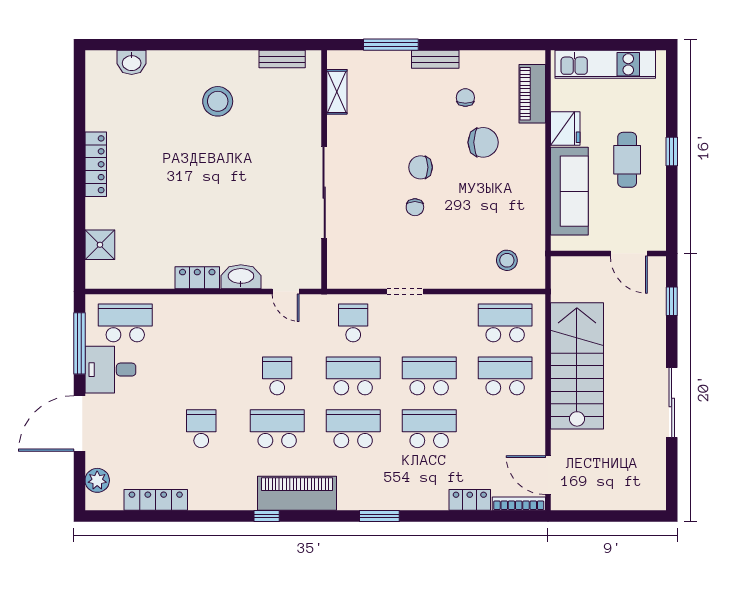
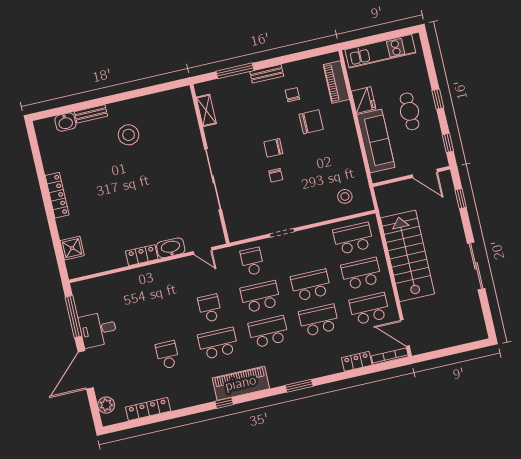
bench: (282, 59) -> (91, 114), moved
window: (672, 217) -> (448, 143), added
school desk: (125, 323) -> (369, 309), moved

